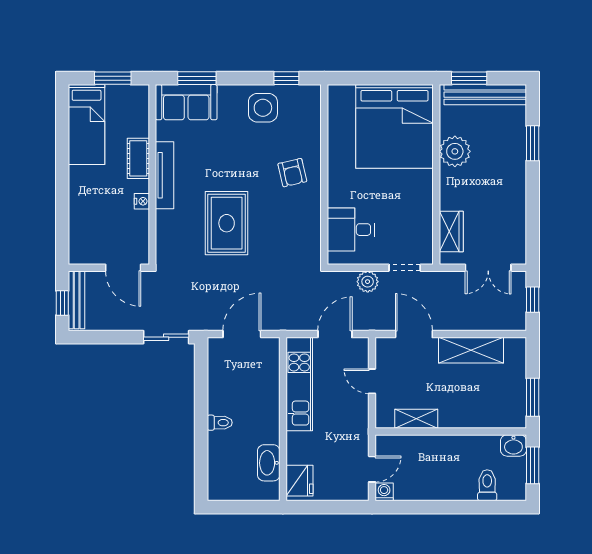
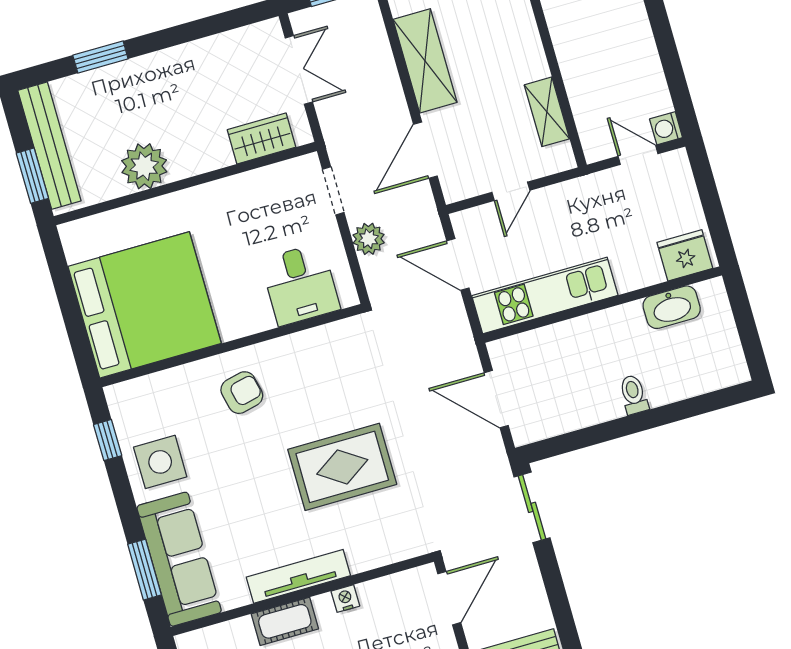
sofa: (186, 102) -> (179, 559), width x1.36
bed: (394, 126) -> (145, 305), moved

